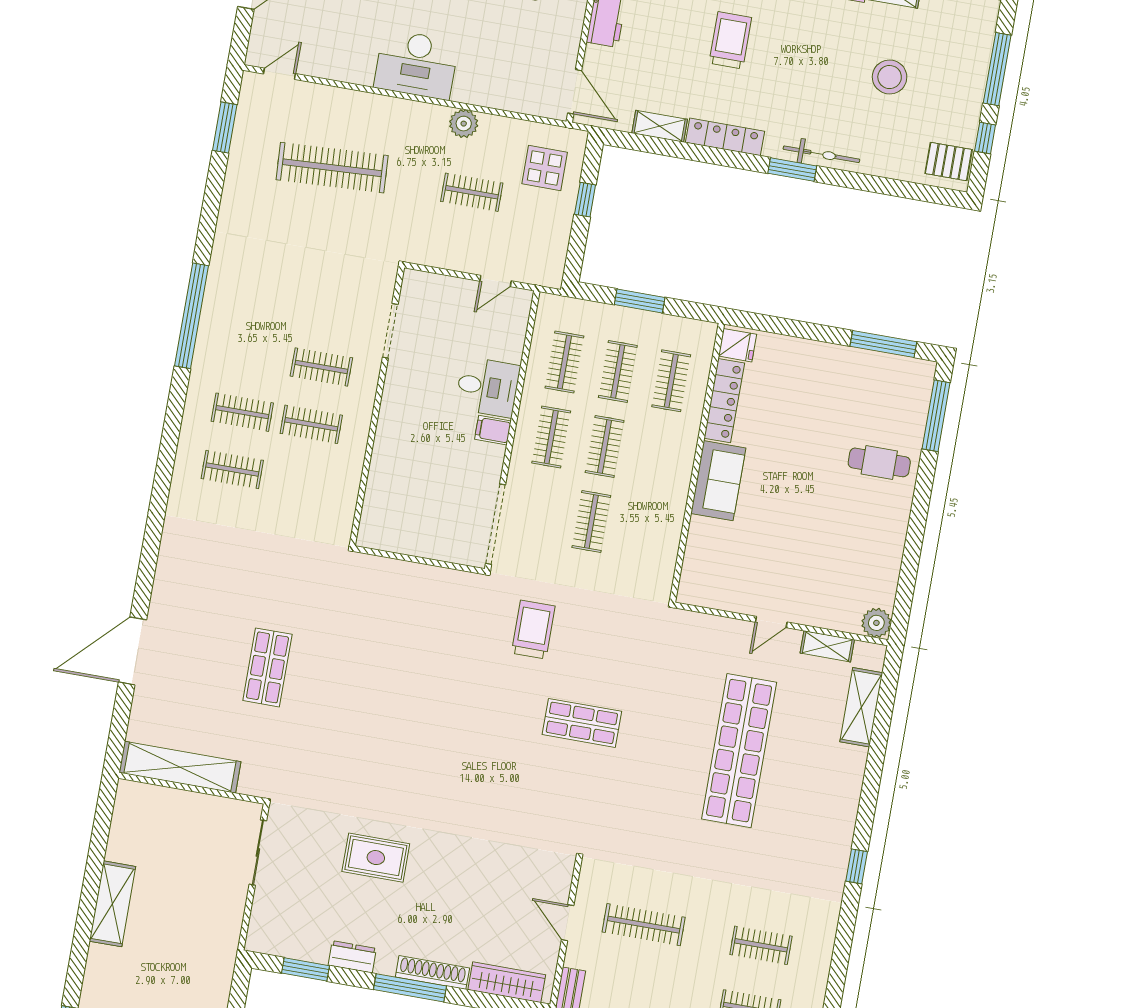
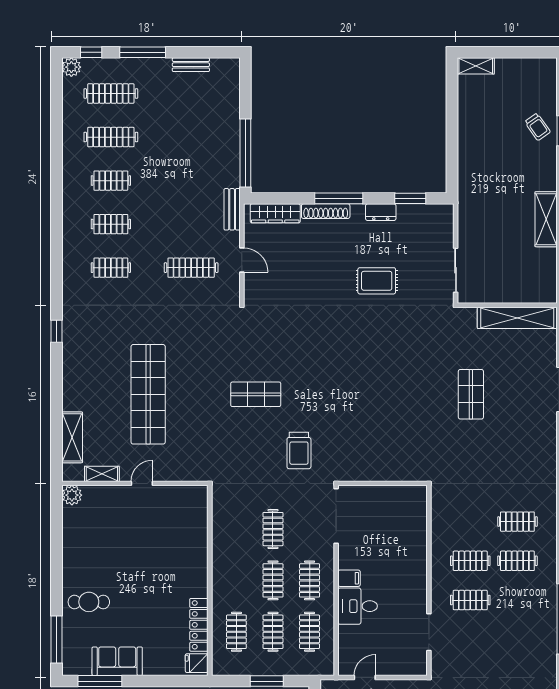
sofa: (718, 481) -> (117, 661), moved, turned 90

